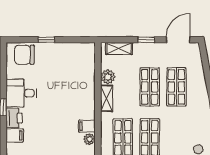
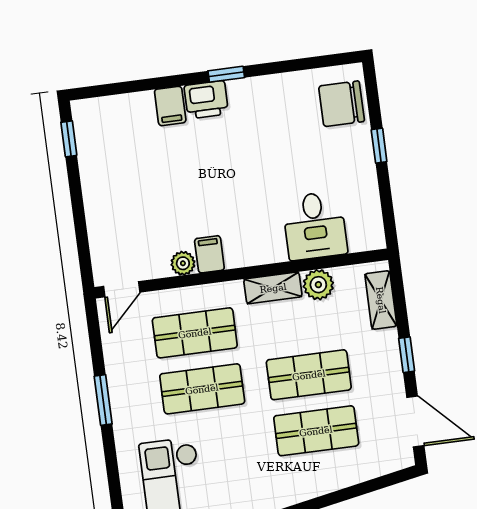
chair: (24, 55) -> (342, 104), turned -90
desk: (21, 93) -> (315, 226), moved, turned 180

